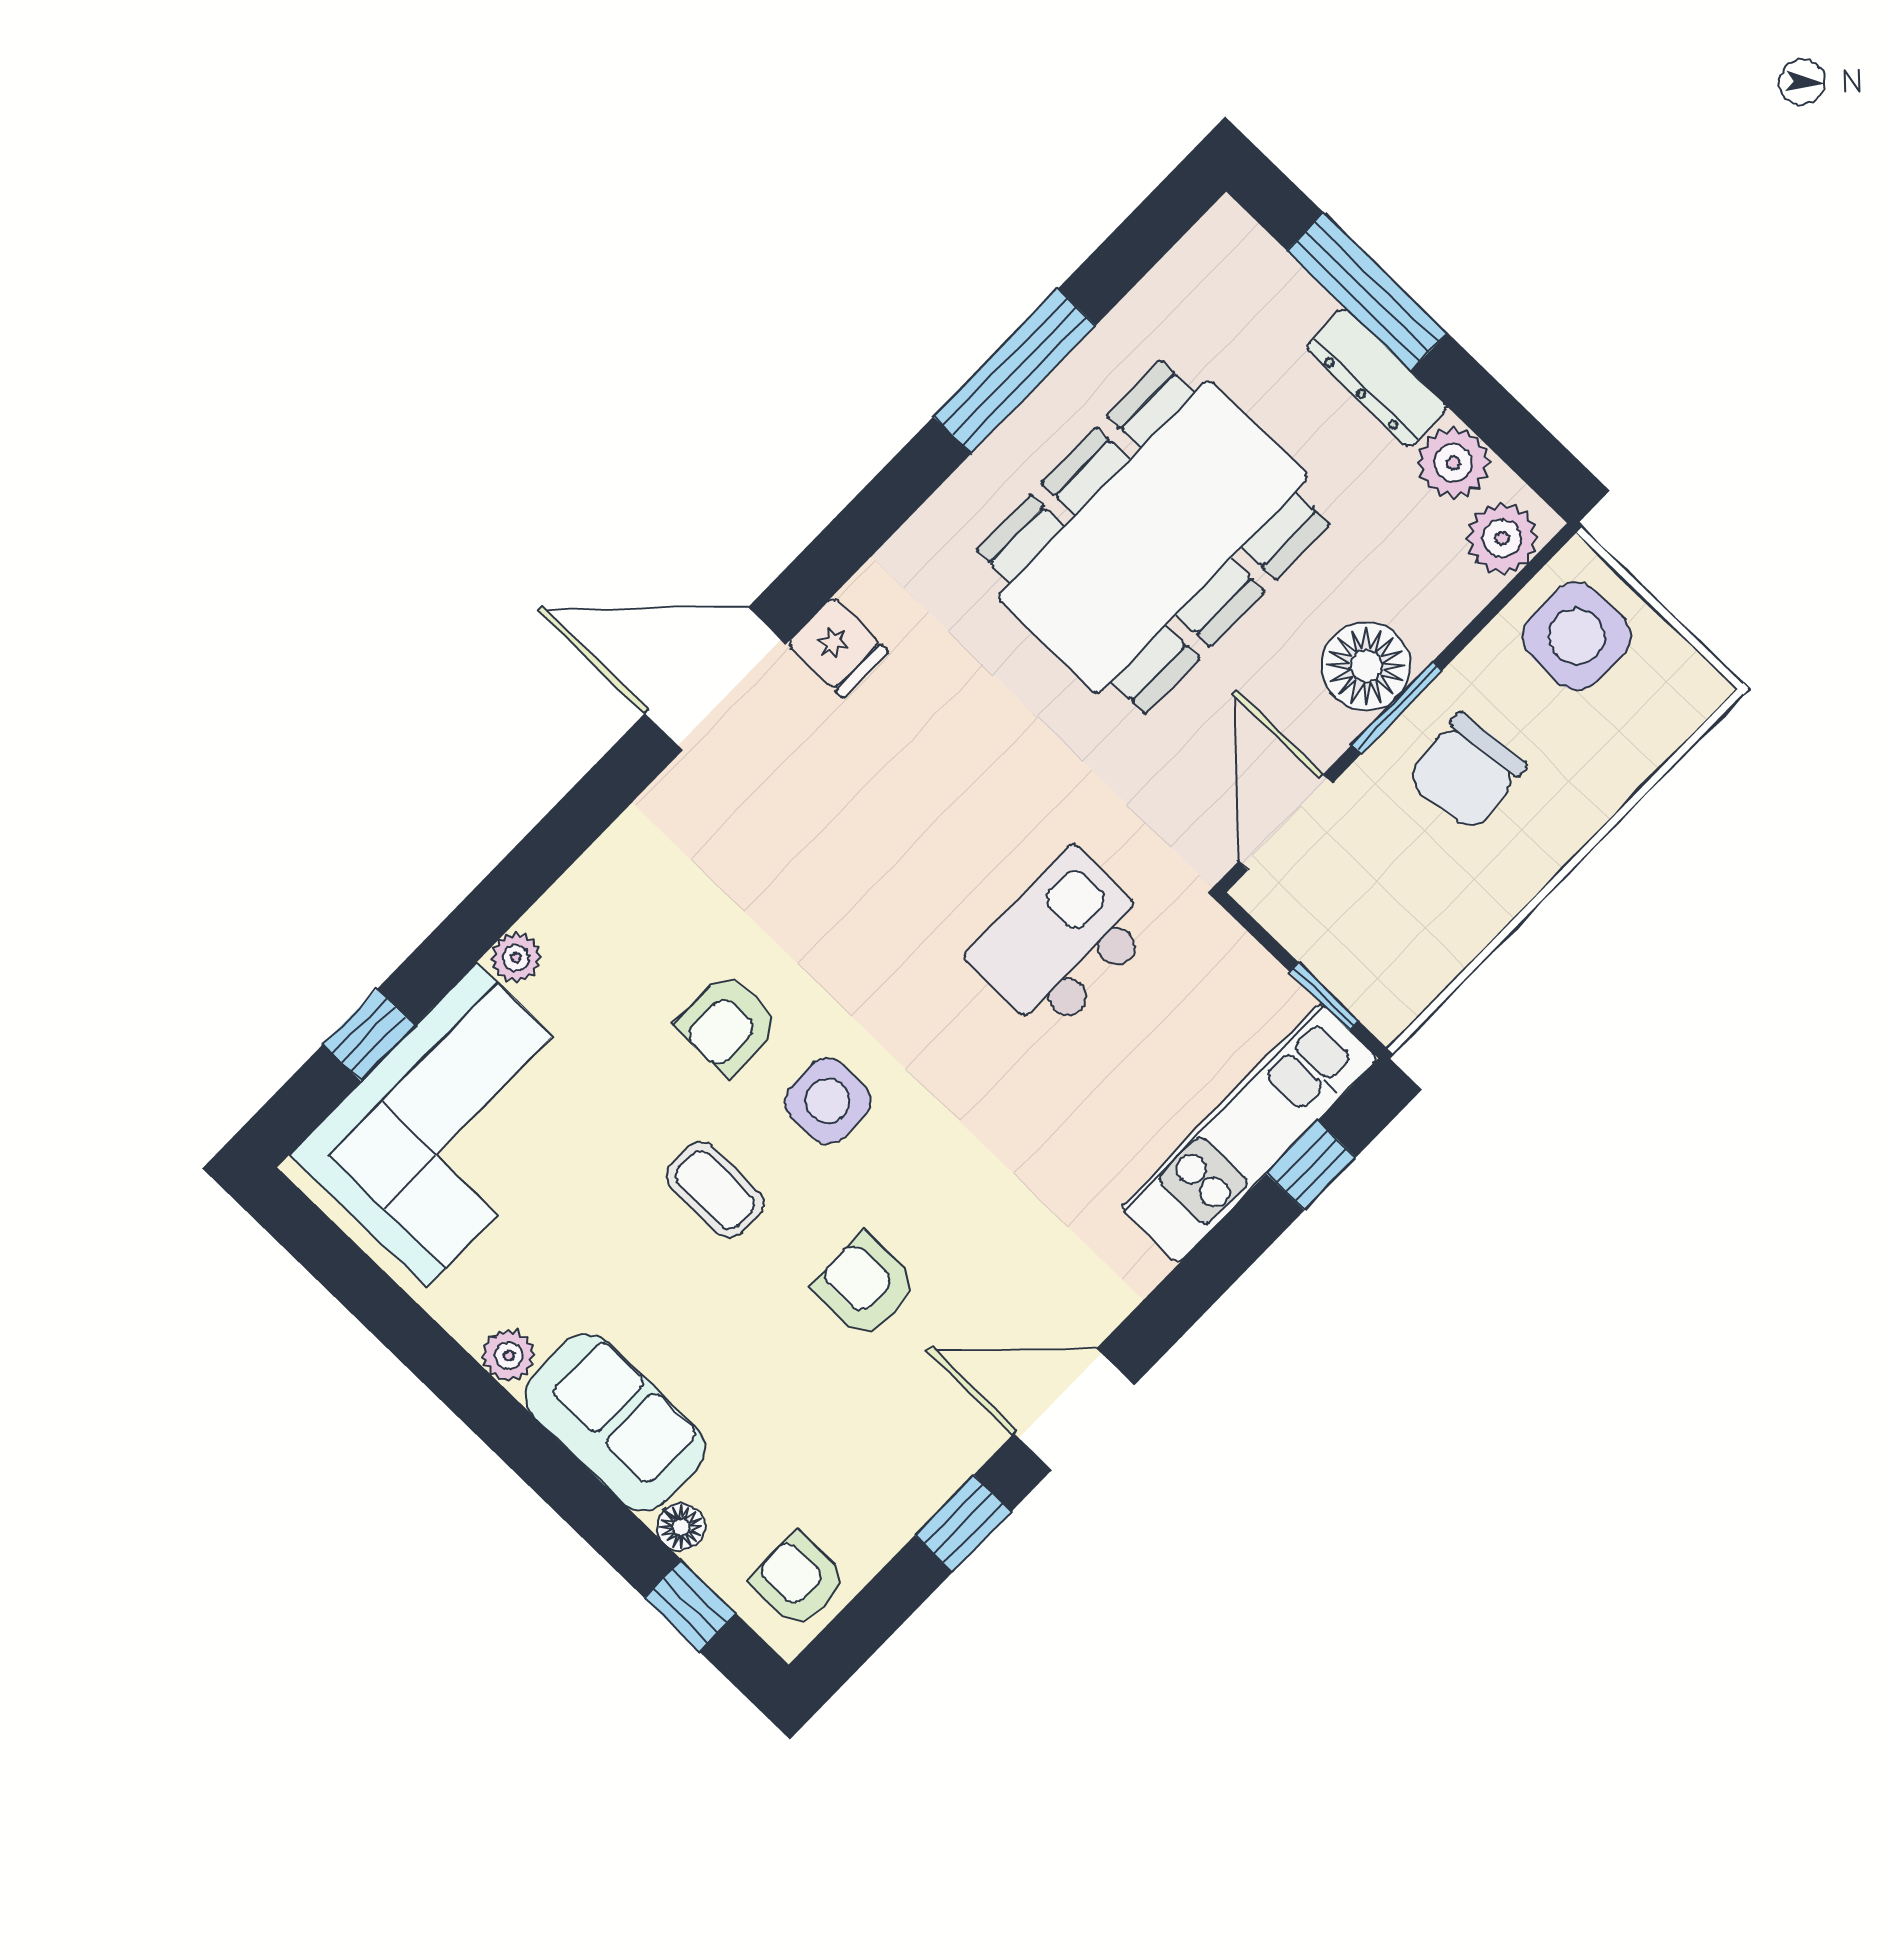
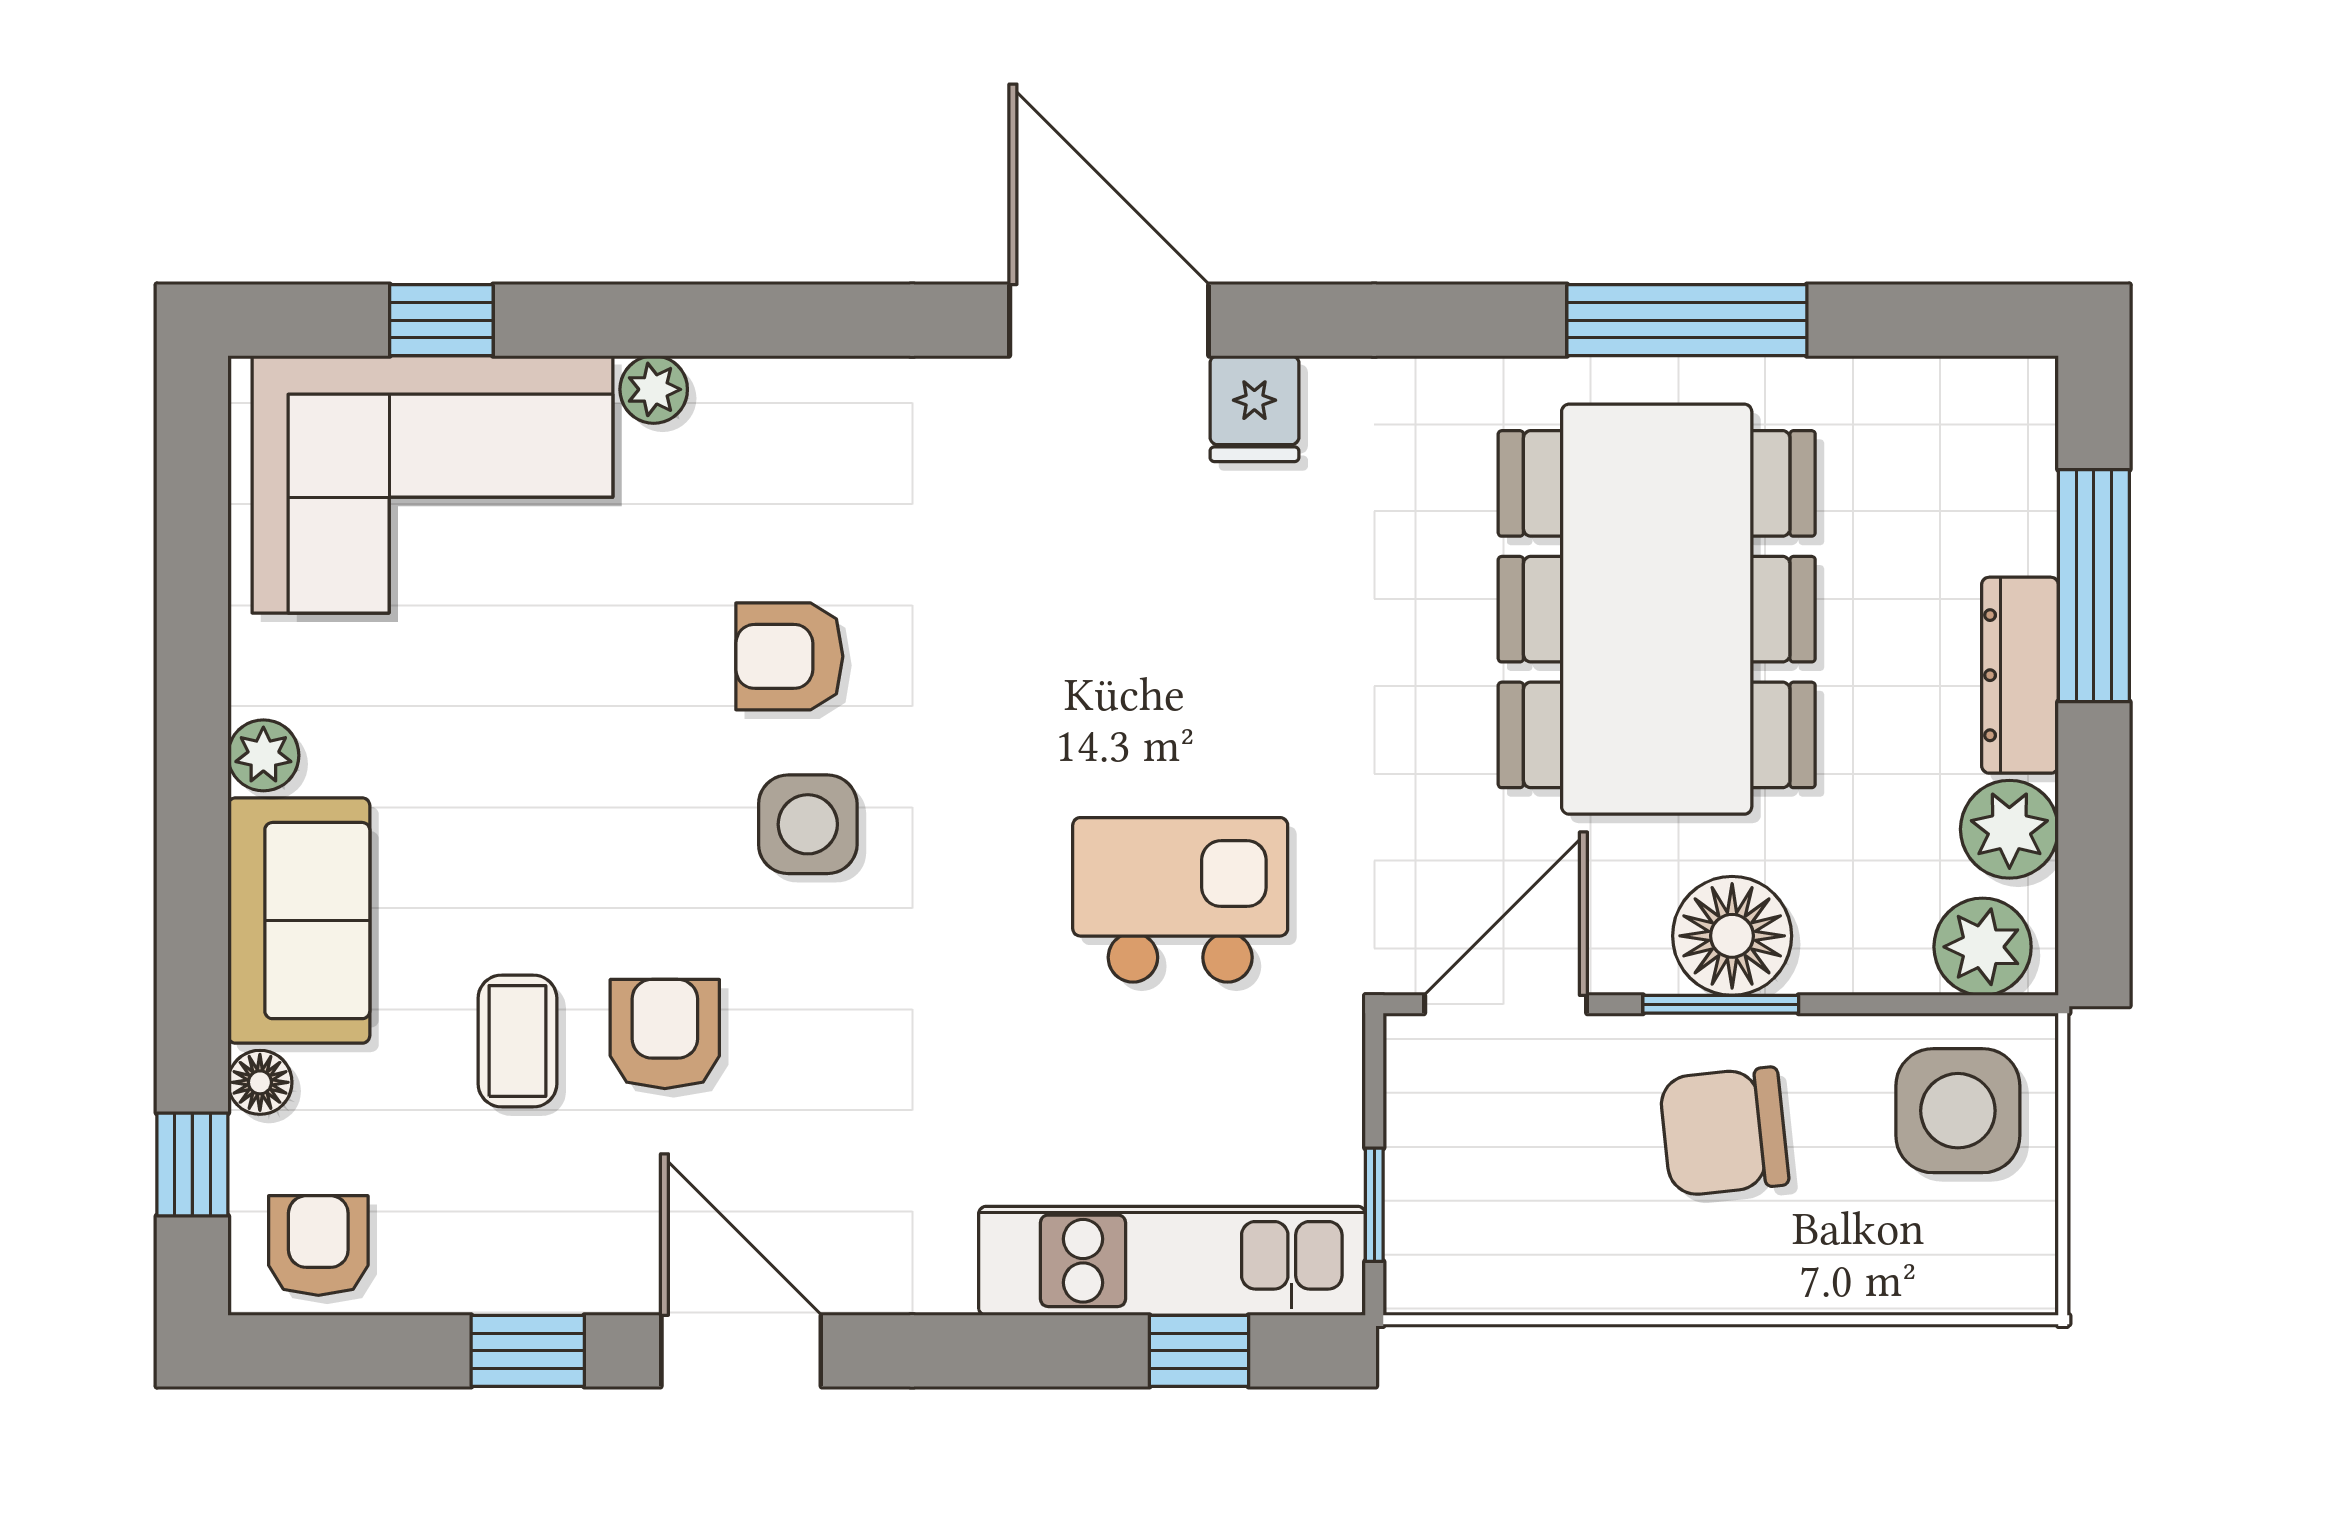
dining table: (1153, 537) -> (1657, 609), turned 90
coffee table: (715, 1190) -> (517, 1041), moved

